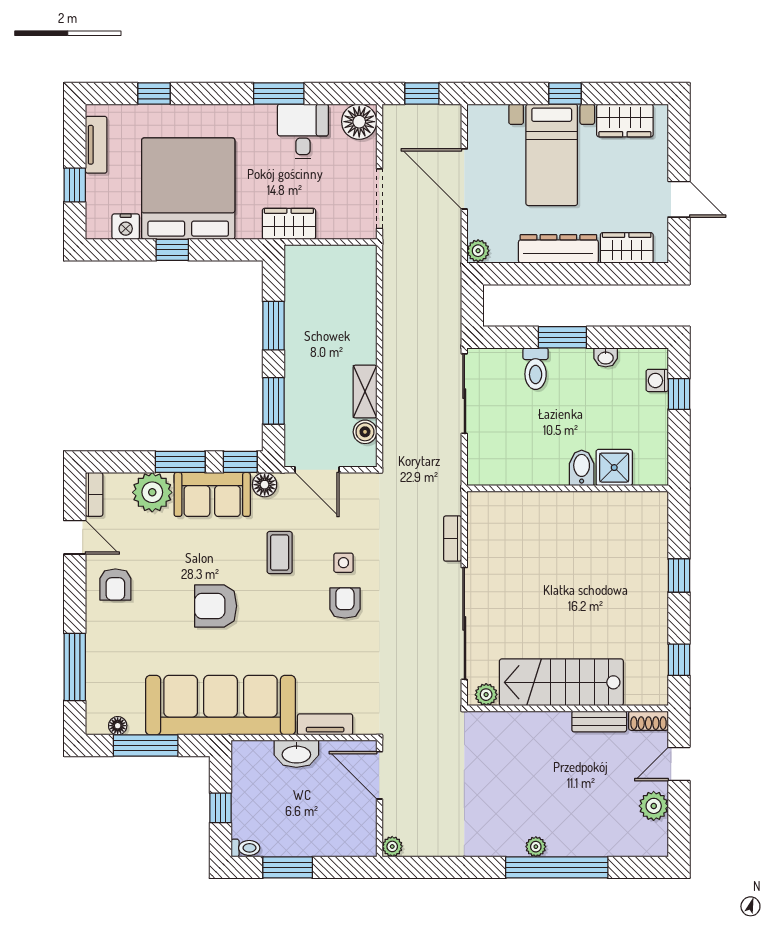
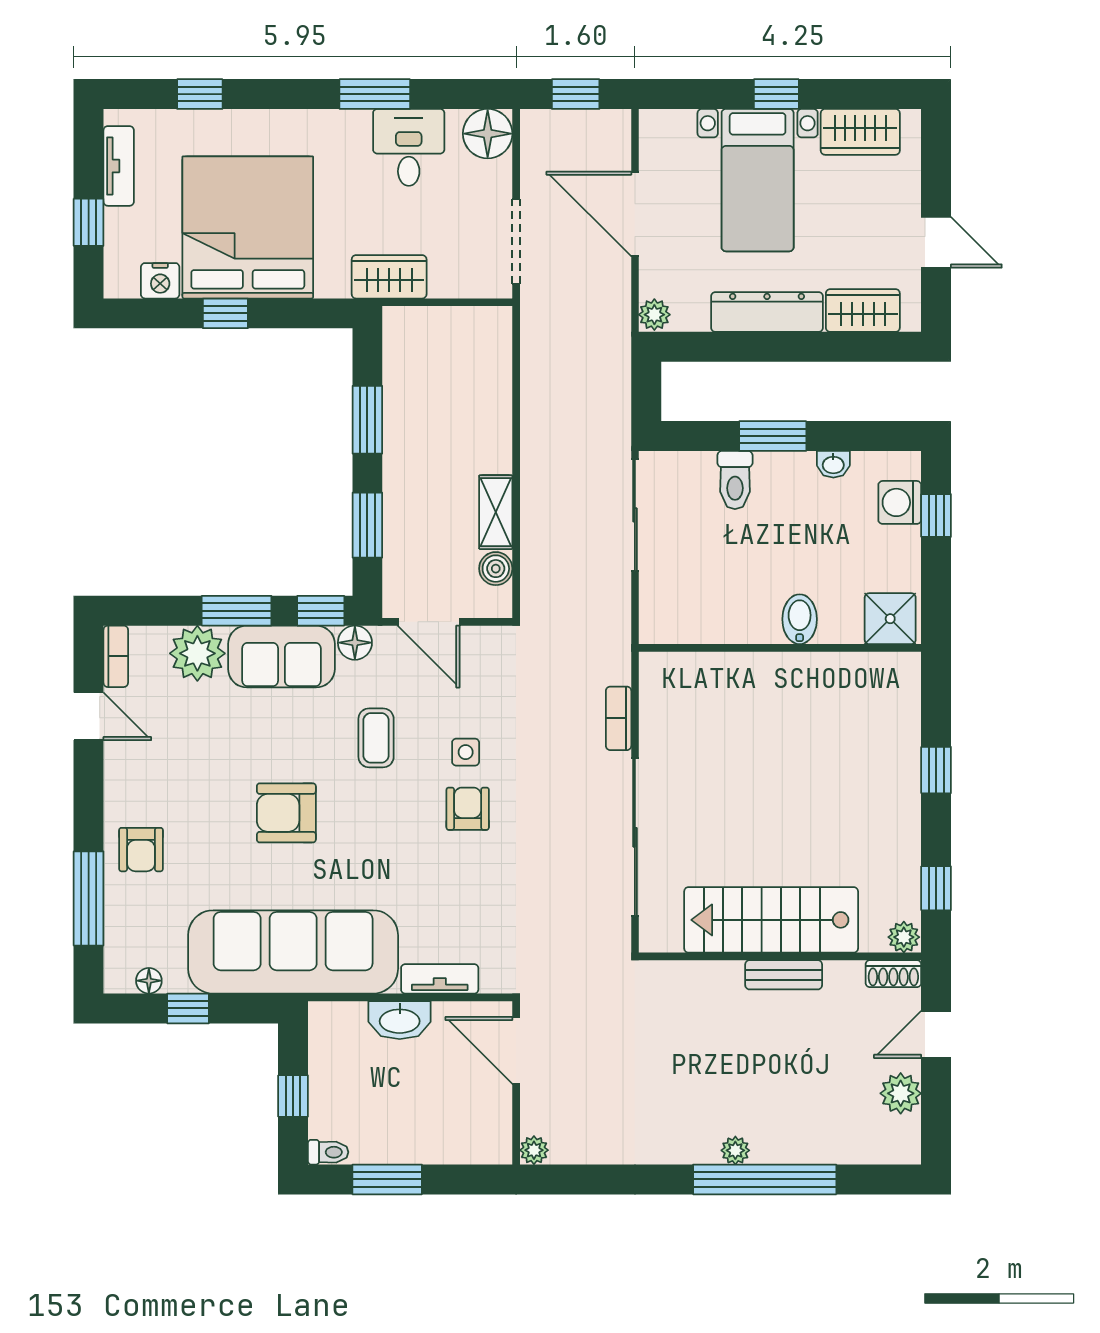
washing machine: (657, 380) -> (900, 502), width x1.38, depth x1.38
shower: (614, 468) -> (890, 619), moved
armchair: (115, 585) -> (141, 850), moved
plant: (486, 695) -> (904, 937), moved
bench: (599, 721) -> (784, 975), moved
window: (146, 745) -> (188, 1008), width x0.46

